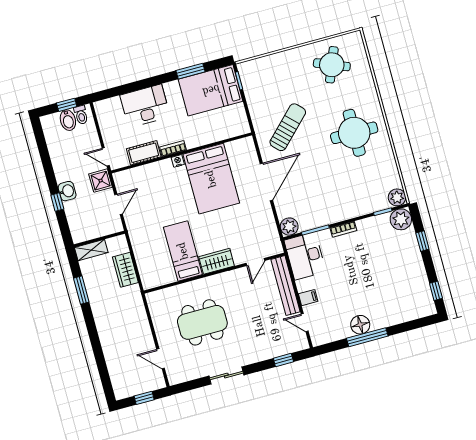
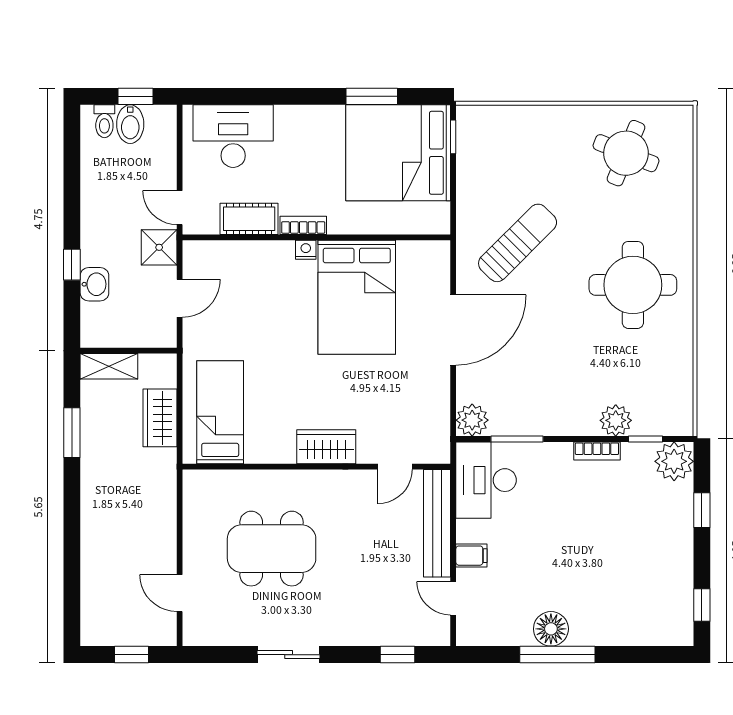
bed: (211, 90) -> (398, 153), width x1.36
desk: (145, 106) -> (233, 136), moved
toilet: (81, 115) -> (104, 121), moved
washbasin: (67, 191) -> (94, 284), moved
plant: (397, 197) -> (616, 420), moved
bookcase: (343, 229) -> (597, 451), moved
bed: (183, 251) -> (220, 412), moved

